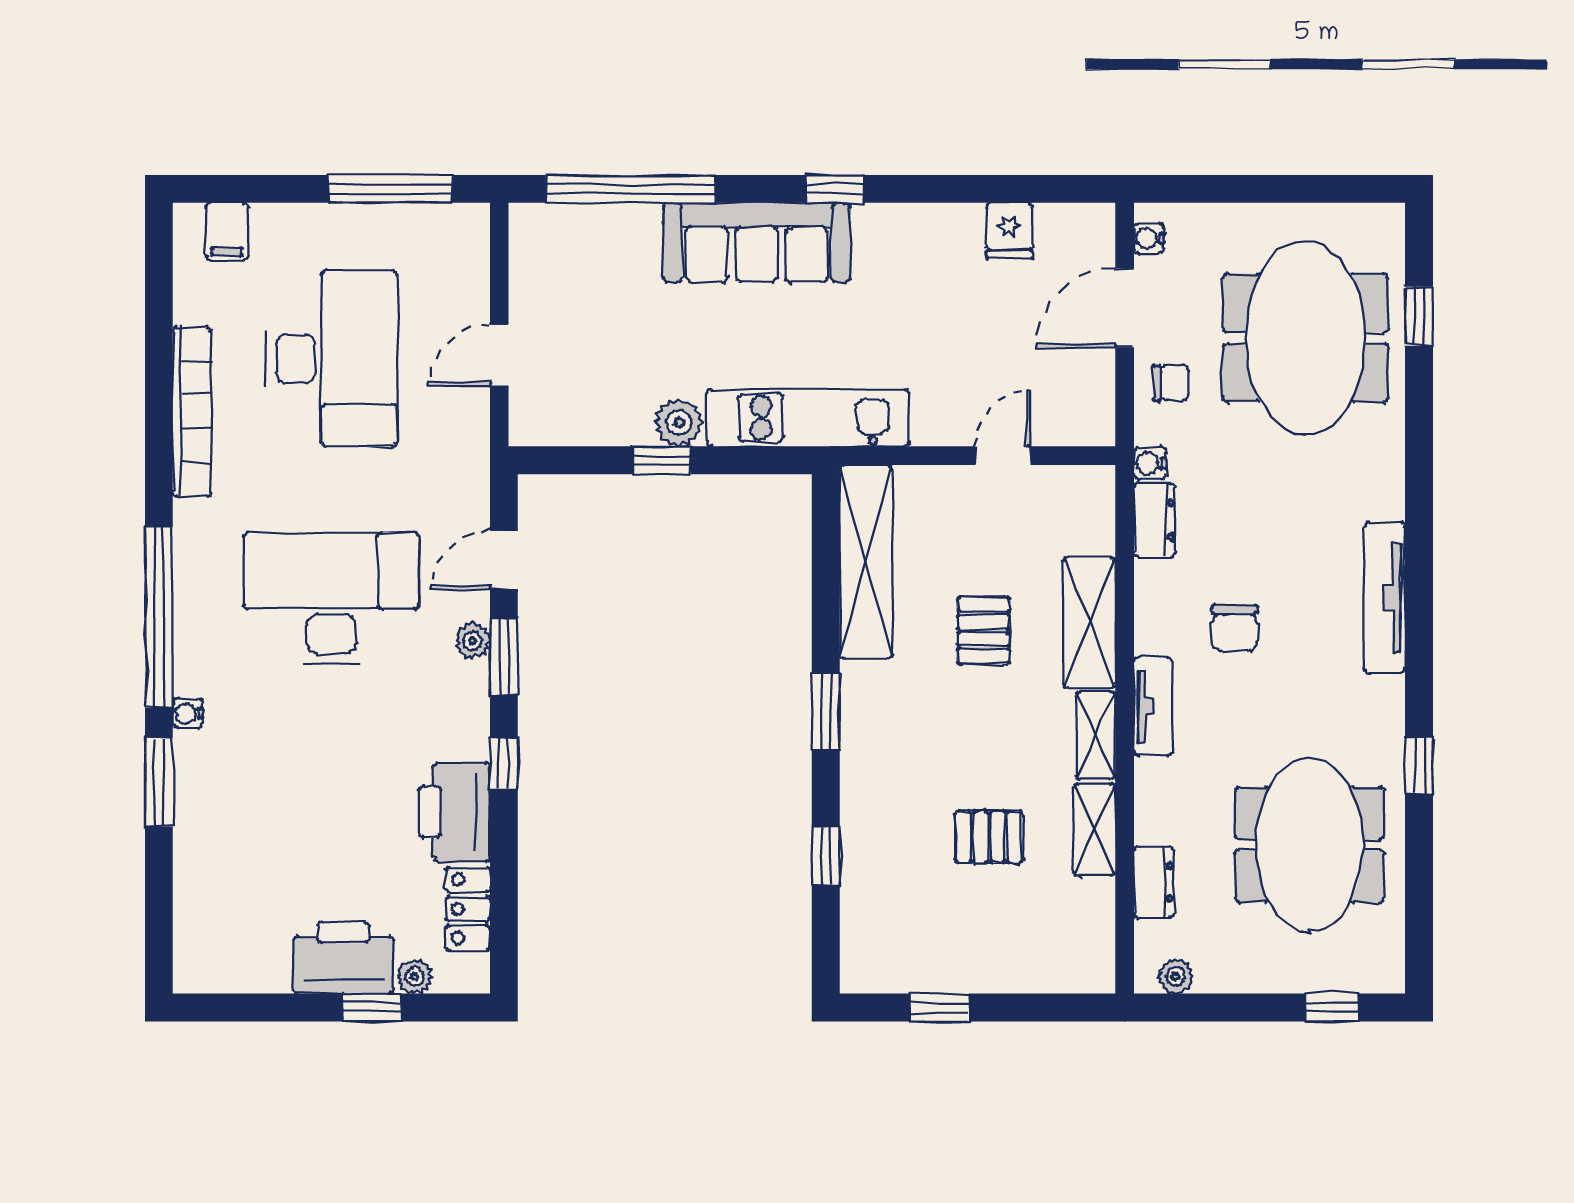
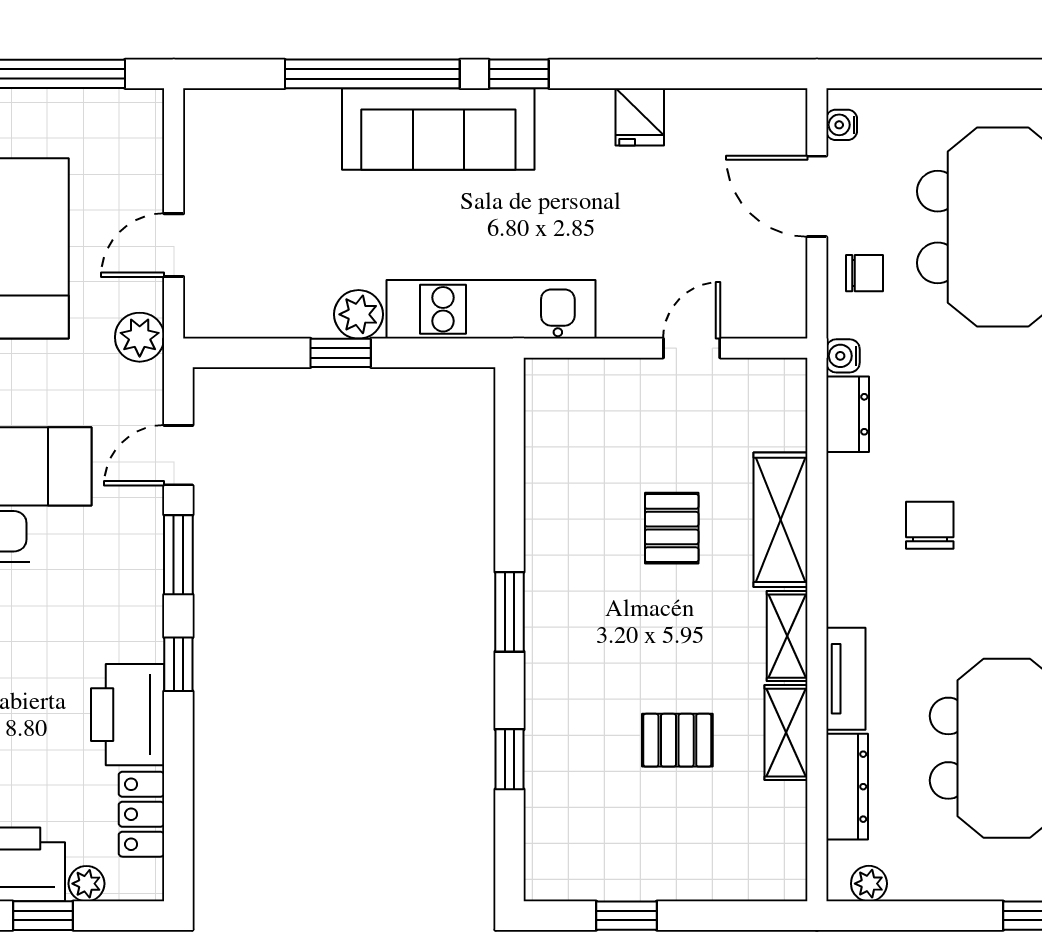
window: (631, 189) -> (372, 74), moved
fridge: (1009, 231) -> (640, 117), moved
door: (1125, 308) -> (817, 196), hinge flipped
shelving: (866, 562) -> (551, 457), removed
chair: (1234, 628) -> (930, 525), turned 180
plant: (473, 641) -> (140, 337), moved, width x1.38, depth x1.38
tv unit: (1153, 706) -> (846, 679), moved
dresser: (1154, 882) -> (847, 787), width x1.44

